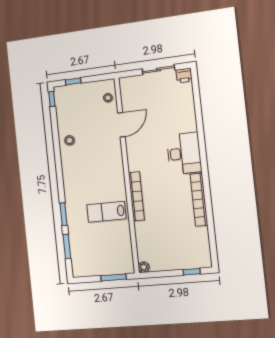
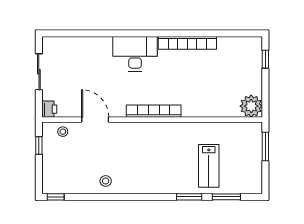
printer: (184, 75) -> (49, 109), moved
window: (73, 81) -> (39, 145), moved
bookcase: (136, 196) -> (154, 111), moved
lab bench: (106, 212) -> (209, 166), moved
plant: (144, 267) -> (251, 106), width x1.87, depth x1.87

